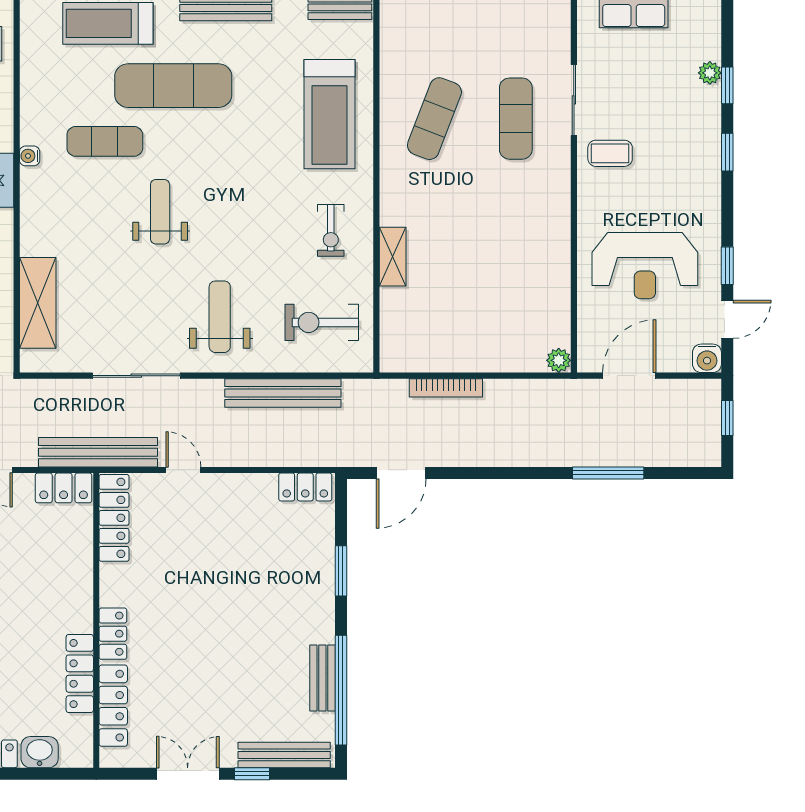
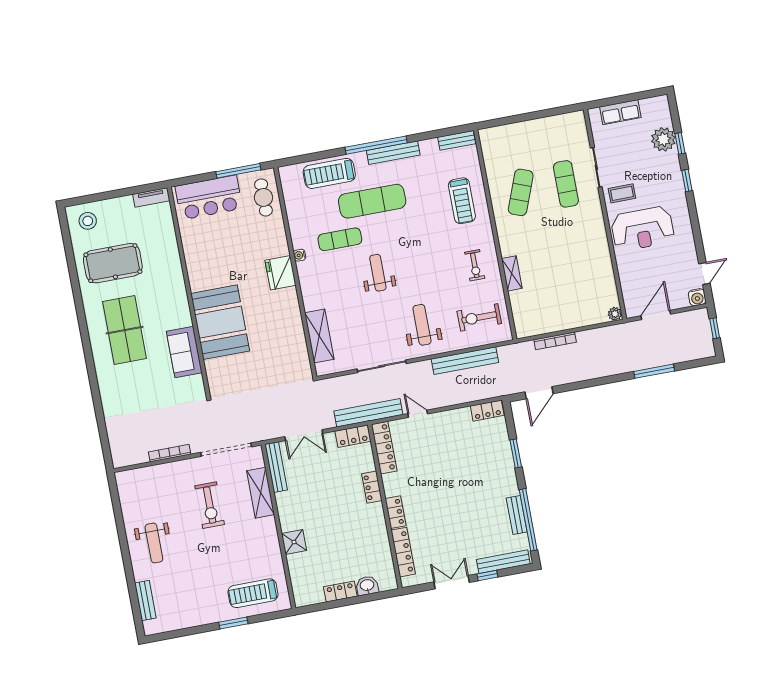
plant: (710, 73) -> (663, 139), width x1.88, depth x1.88
treadmill: (329, 114) -> (462, 201), width x0.73, depth x0.73
reception desk: (645, 266) -> (643, 229), moved
window: (727, 266) -> (699, 244), removed
locker: (80, 674) -> (372, 487), moved, width x0.66

